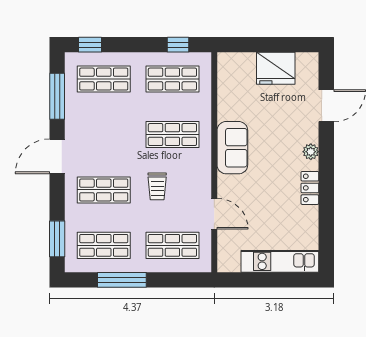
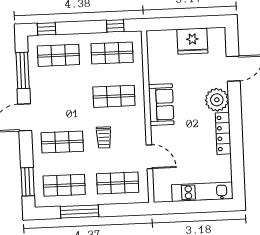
plant: (311, 152) -> (217, 100), width x1.87, depth x1.87
locker: (310, 188) -> (223, 133), width x1.53

